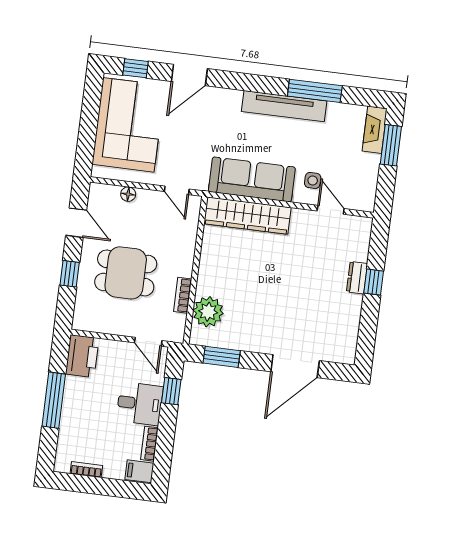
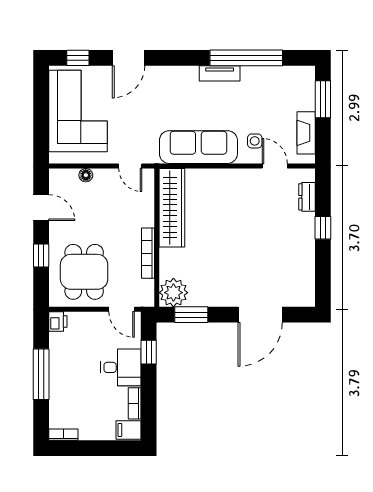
window: (315, 91) -> (246, 58), width x1.46
tv unit: (284, 106) -> (220, 73), width x0.52, depth x0.78
fireplace: (375, 130) -> (306, 133), moved
wardrobe: (247, 216) -> (172, 208), moved, turned -90
dining table: (126, 273) -> (84, 272), moved, turned 90
dresser: (357, 278) -> (307, 197), moved
bookcase: (183, 295) -> (148, 253), width x1.56
plant: (208, 312) -> (173, 293), moved
printer: (82, 356) -> (58, 321), width x0.53, depth x0.68
bookcase: (86, 470) -> (63, 435), moved

